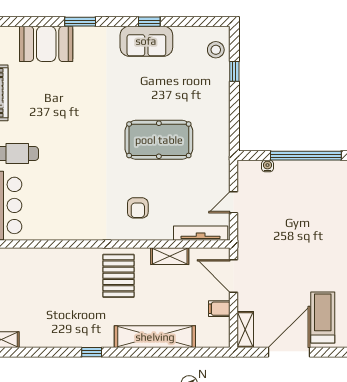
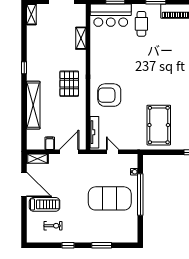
pool table: (159, 140) -> (159, 125), moved
exercise mat: (313, 207) -> (110, 198), added
armchair: (138, 208) -> (109, 95), width x1.88, depth x1.88
shelving: (170, 256) -> (81, 38), moved
pallet: (118, 276) -> (69, 84), turned 90

